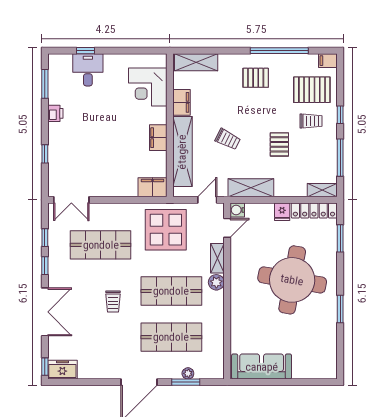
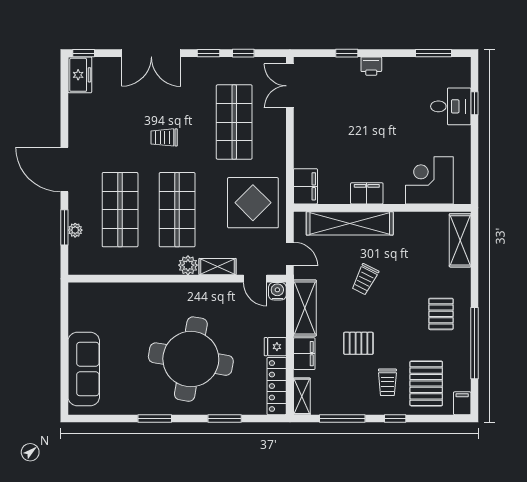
filing cabinet: (181, 102) -> (304, 354), moved, turned -90
printer: (55, 113) -> (371, 66), moved
window: (340, 238) -> (225, 418), moved
sofa: (262, 367) -> (84, 369), moved

